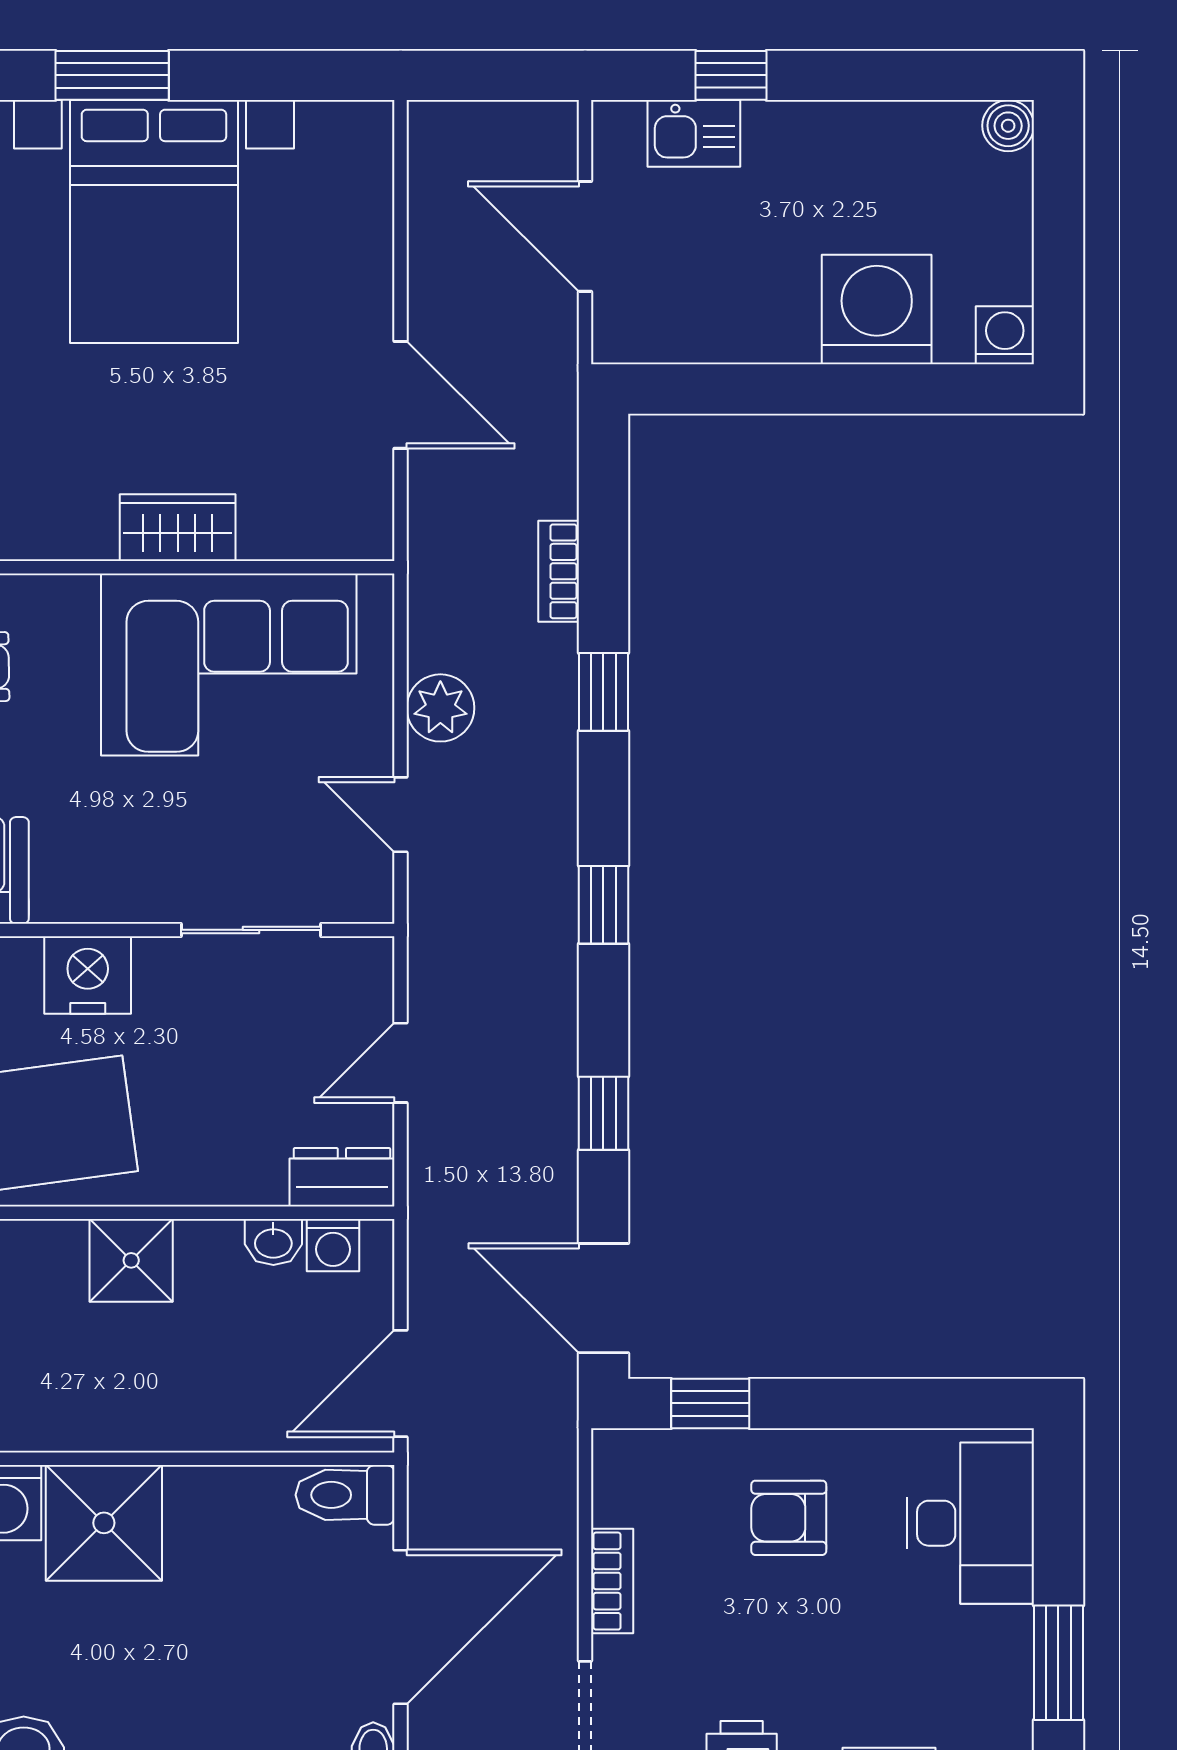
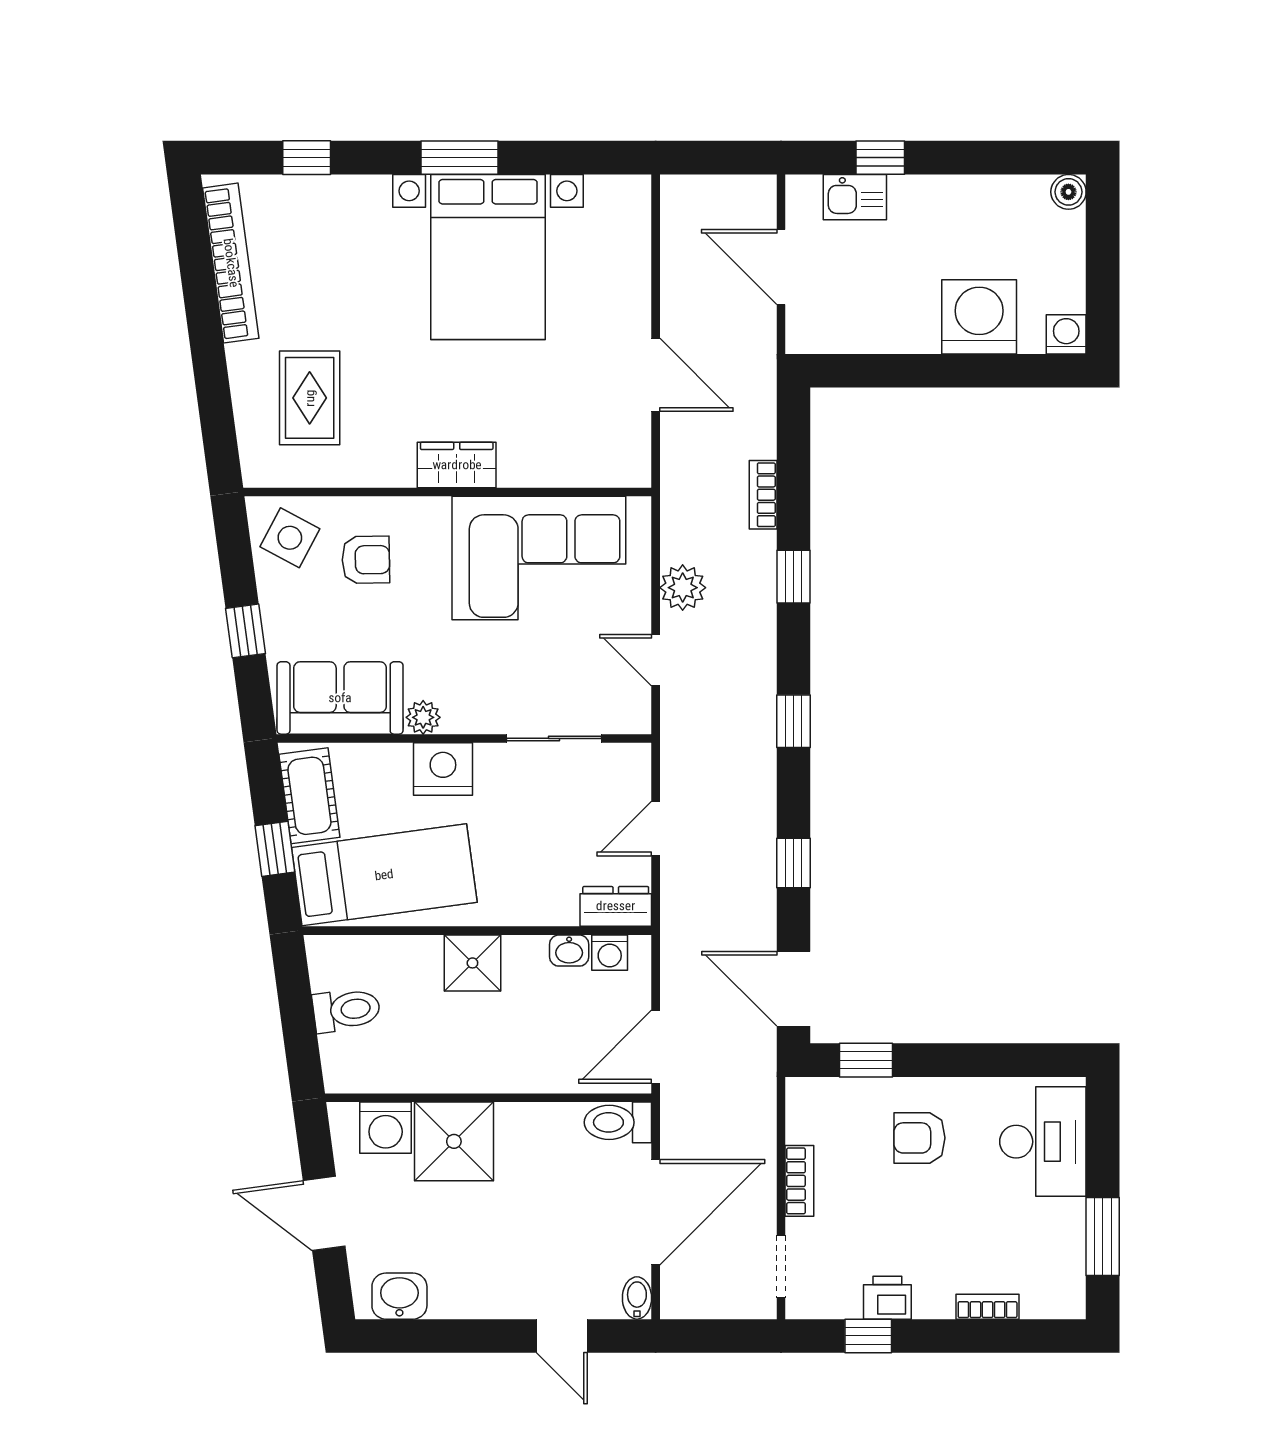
wardrobe: (178, 528) -> (457, 465), moved
plant: (58, 899) -> (423, 717), added

